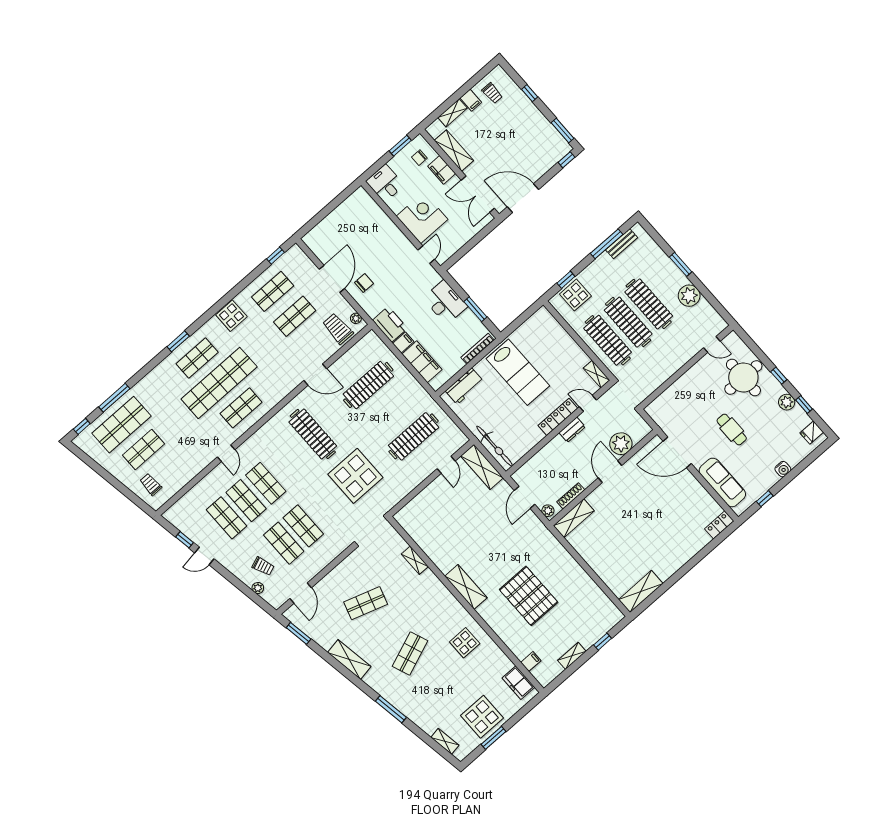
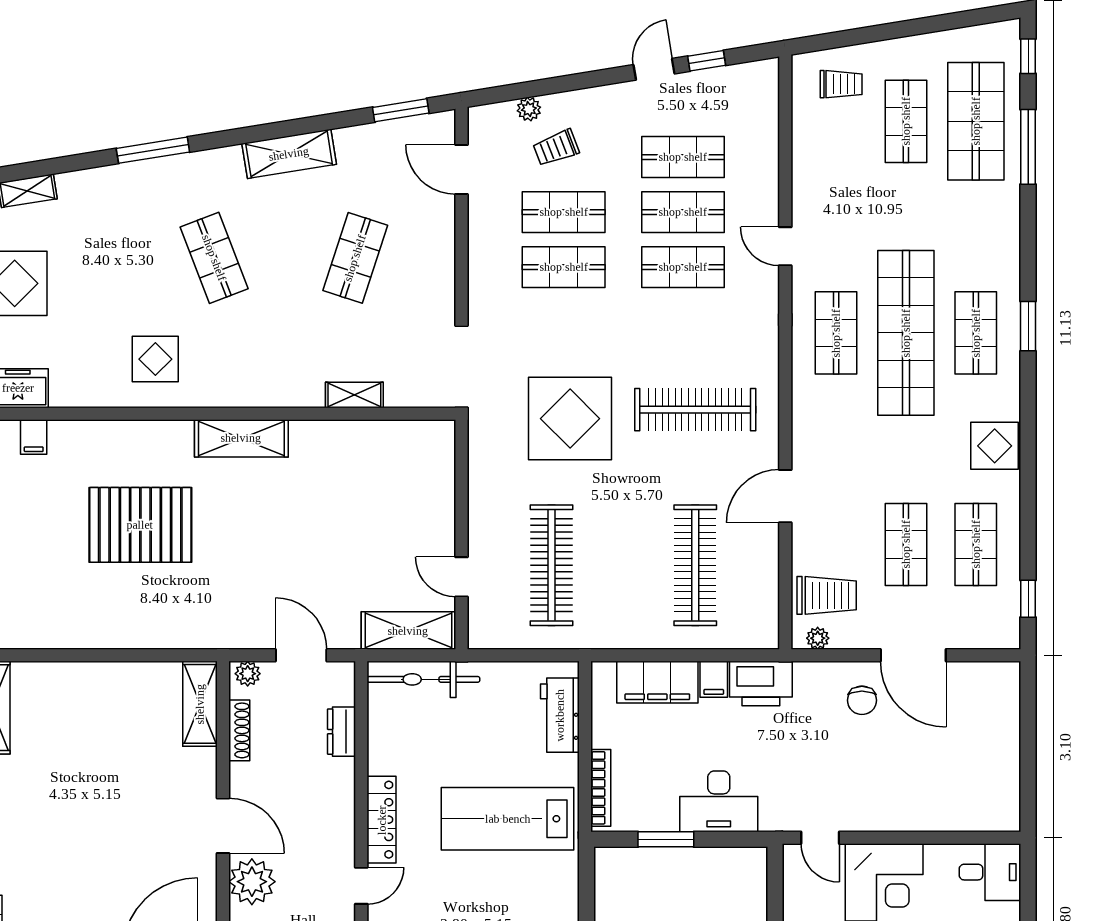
dresser: (572, 430) -> (342, 732), moved

